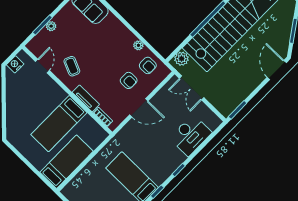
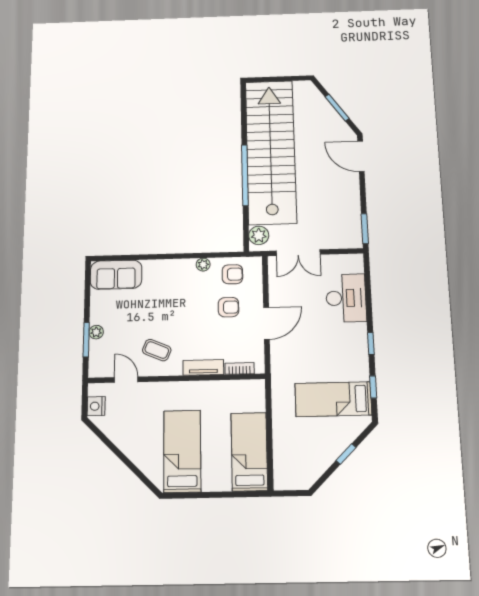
bed: (59, 124) -> (182, 451), moved, turned 180

